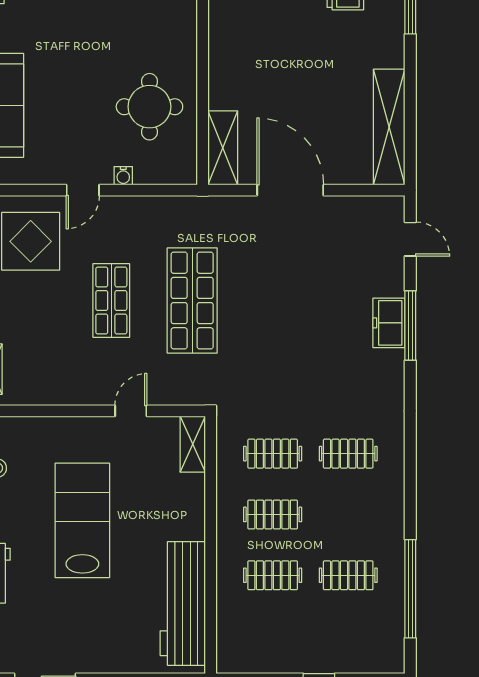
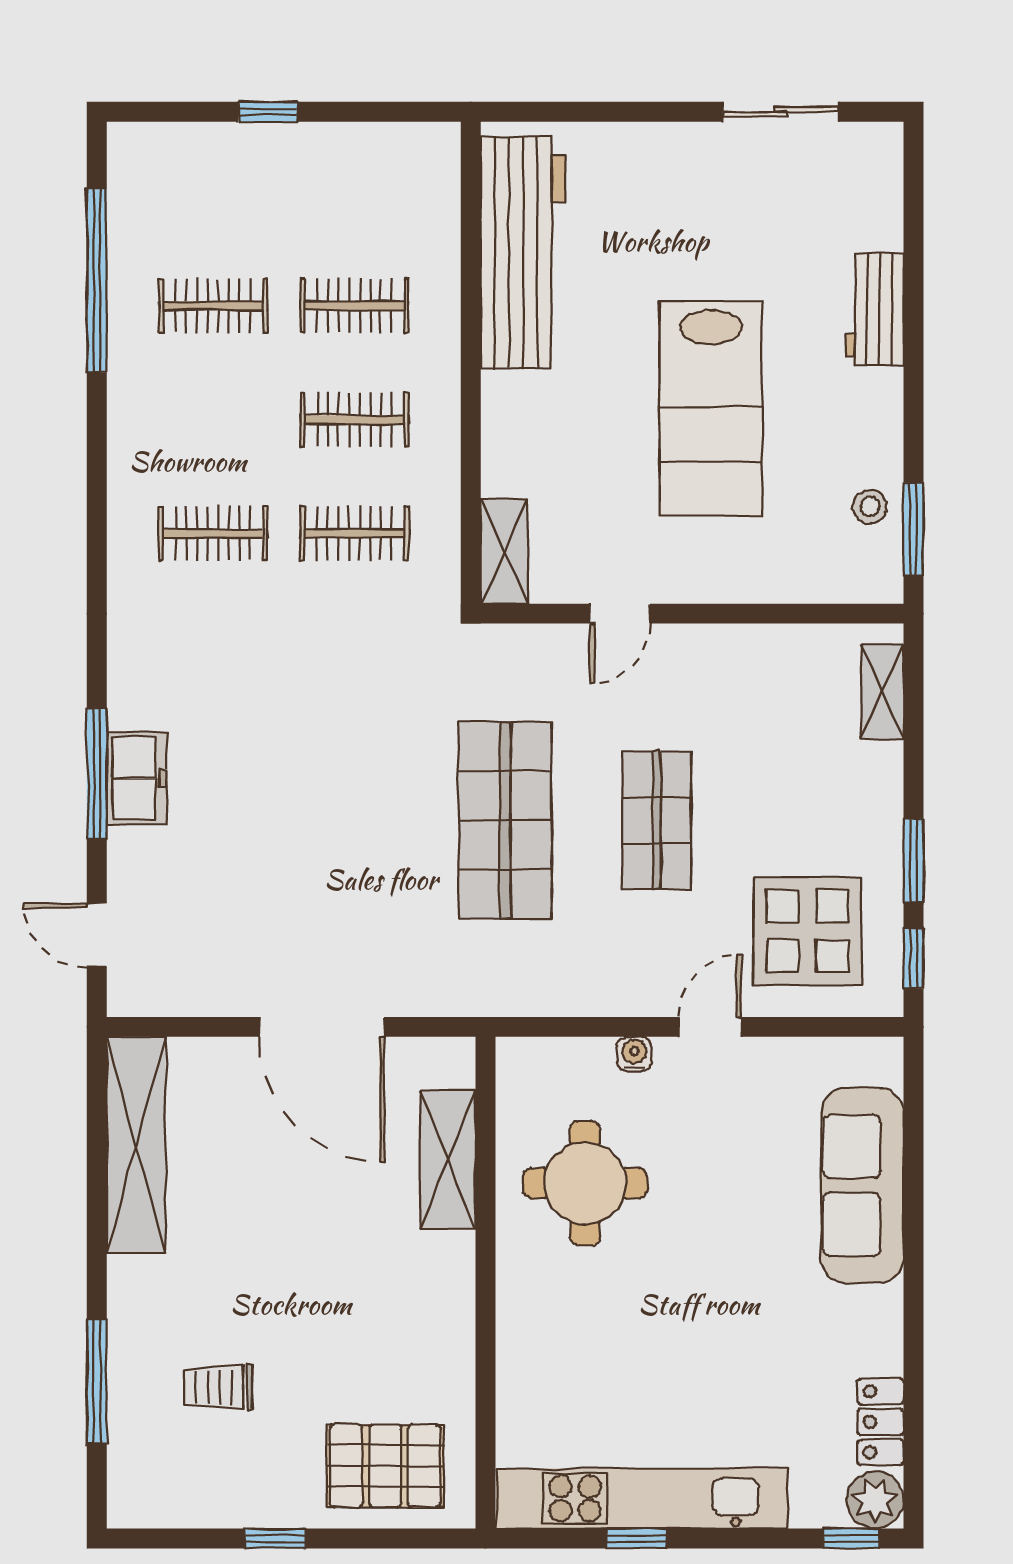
shelving: (223, 148) -> (448, 1160), moved

